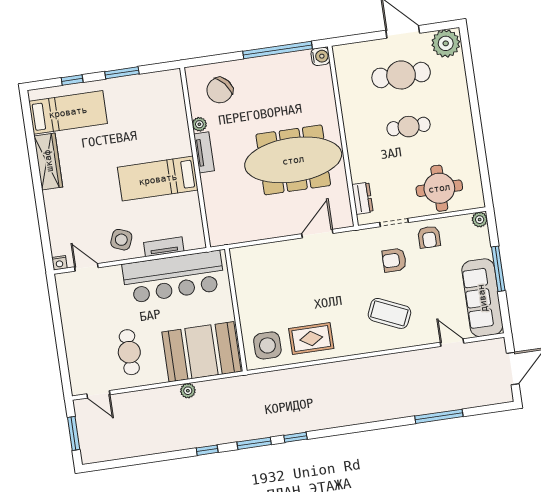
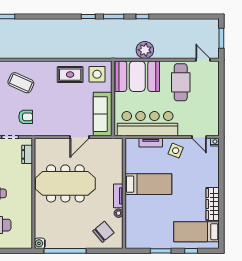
door: (317, 234) -> (80, 137), moved
armchair: (394, 260) -> (26, 117), moved
sofa: (249, 282) -> (103, 114), added
cafe table: (129, 352) -> (181, 82), width x1.37, depth x1.35
plant: (188, 391) -> (145, 50), width x1.87, depth x1.87

